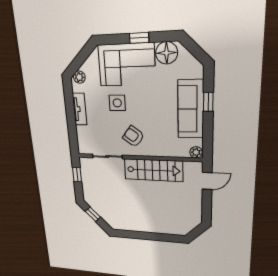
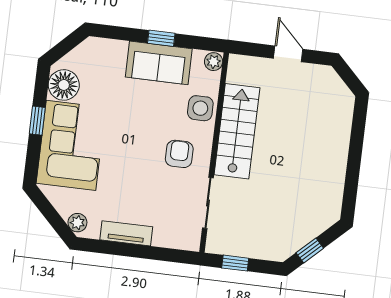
window: (208, 102) -> (161, 38), moved
side table: (117, 103) -> (200, 108), moved
sofa: (191, 109) -> (159, 63), width x0.73
armchair: (133, 136) -> (179, 154), turned 143
door: (207, 181) -> (288, 54), moved

